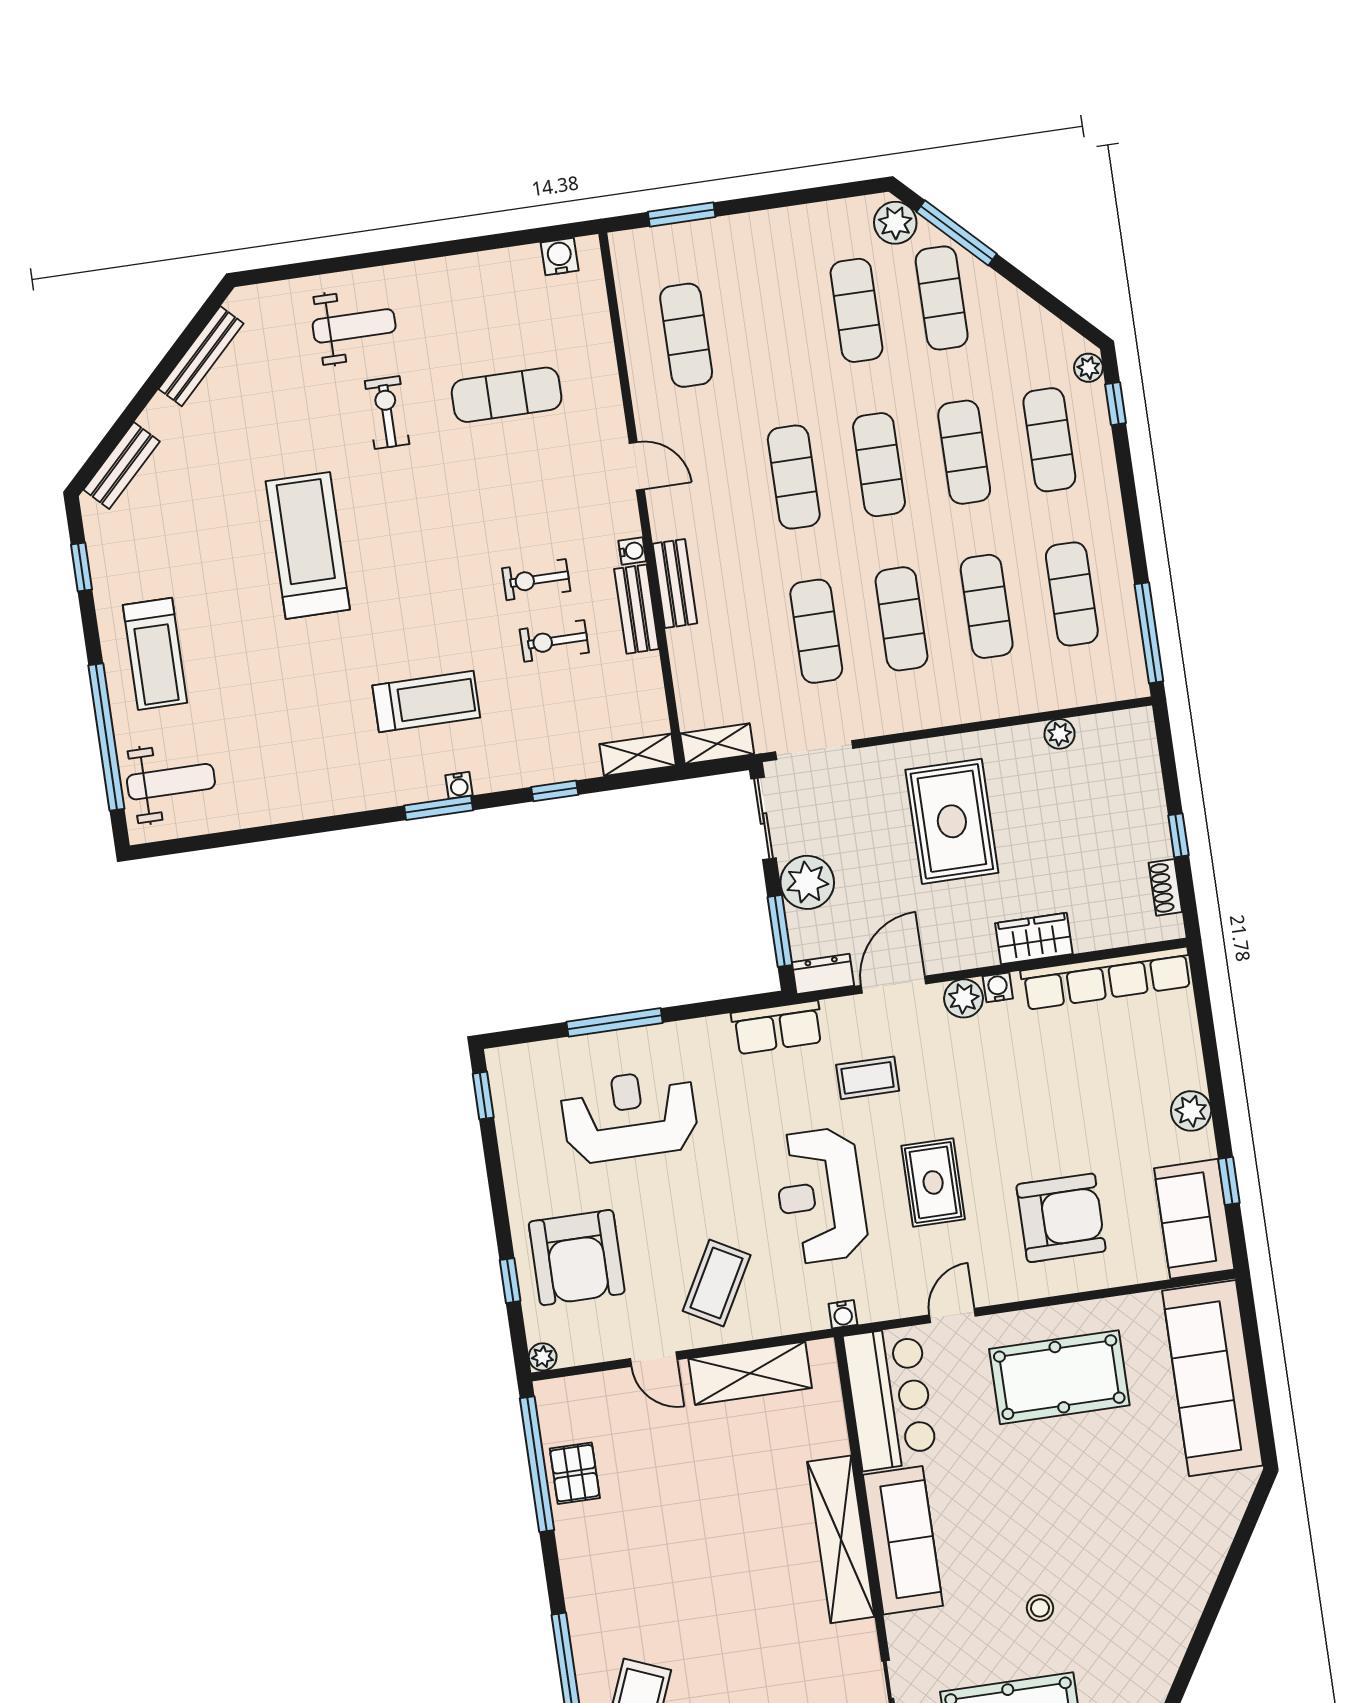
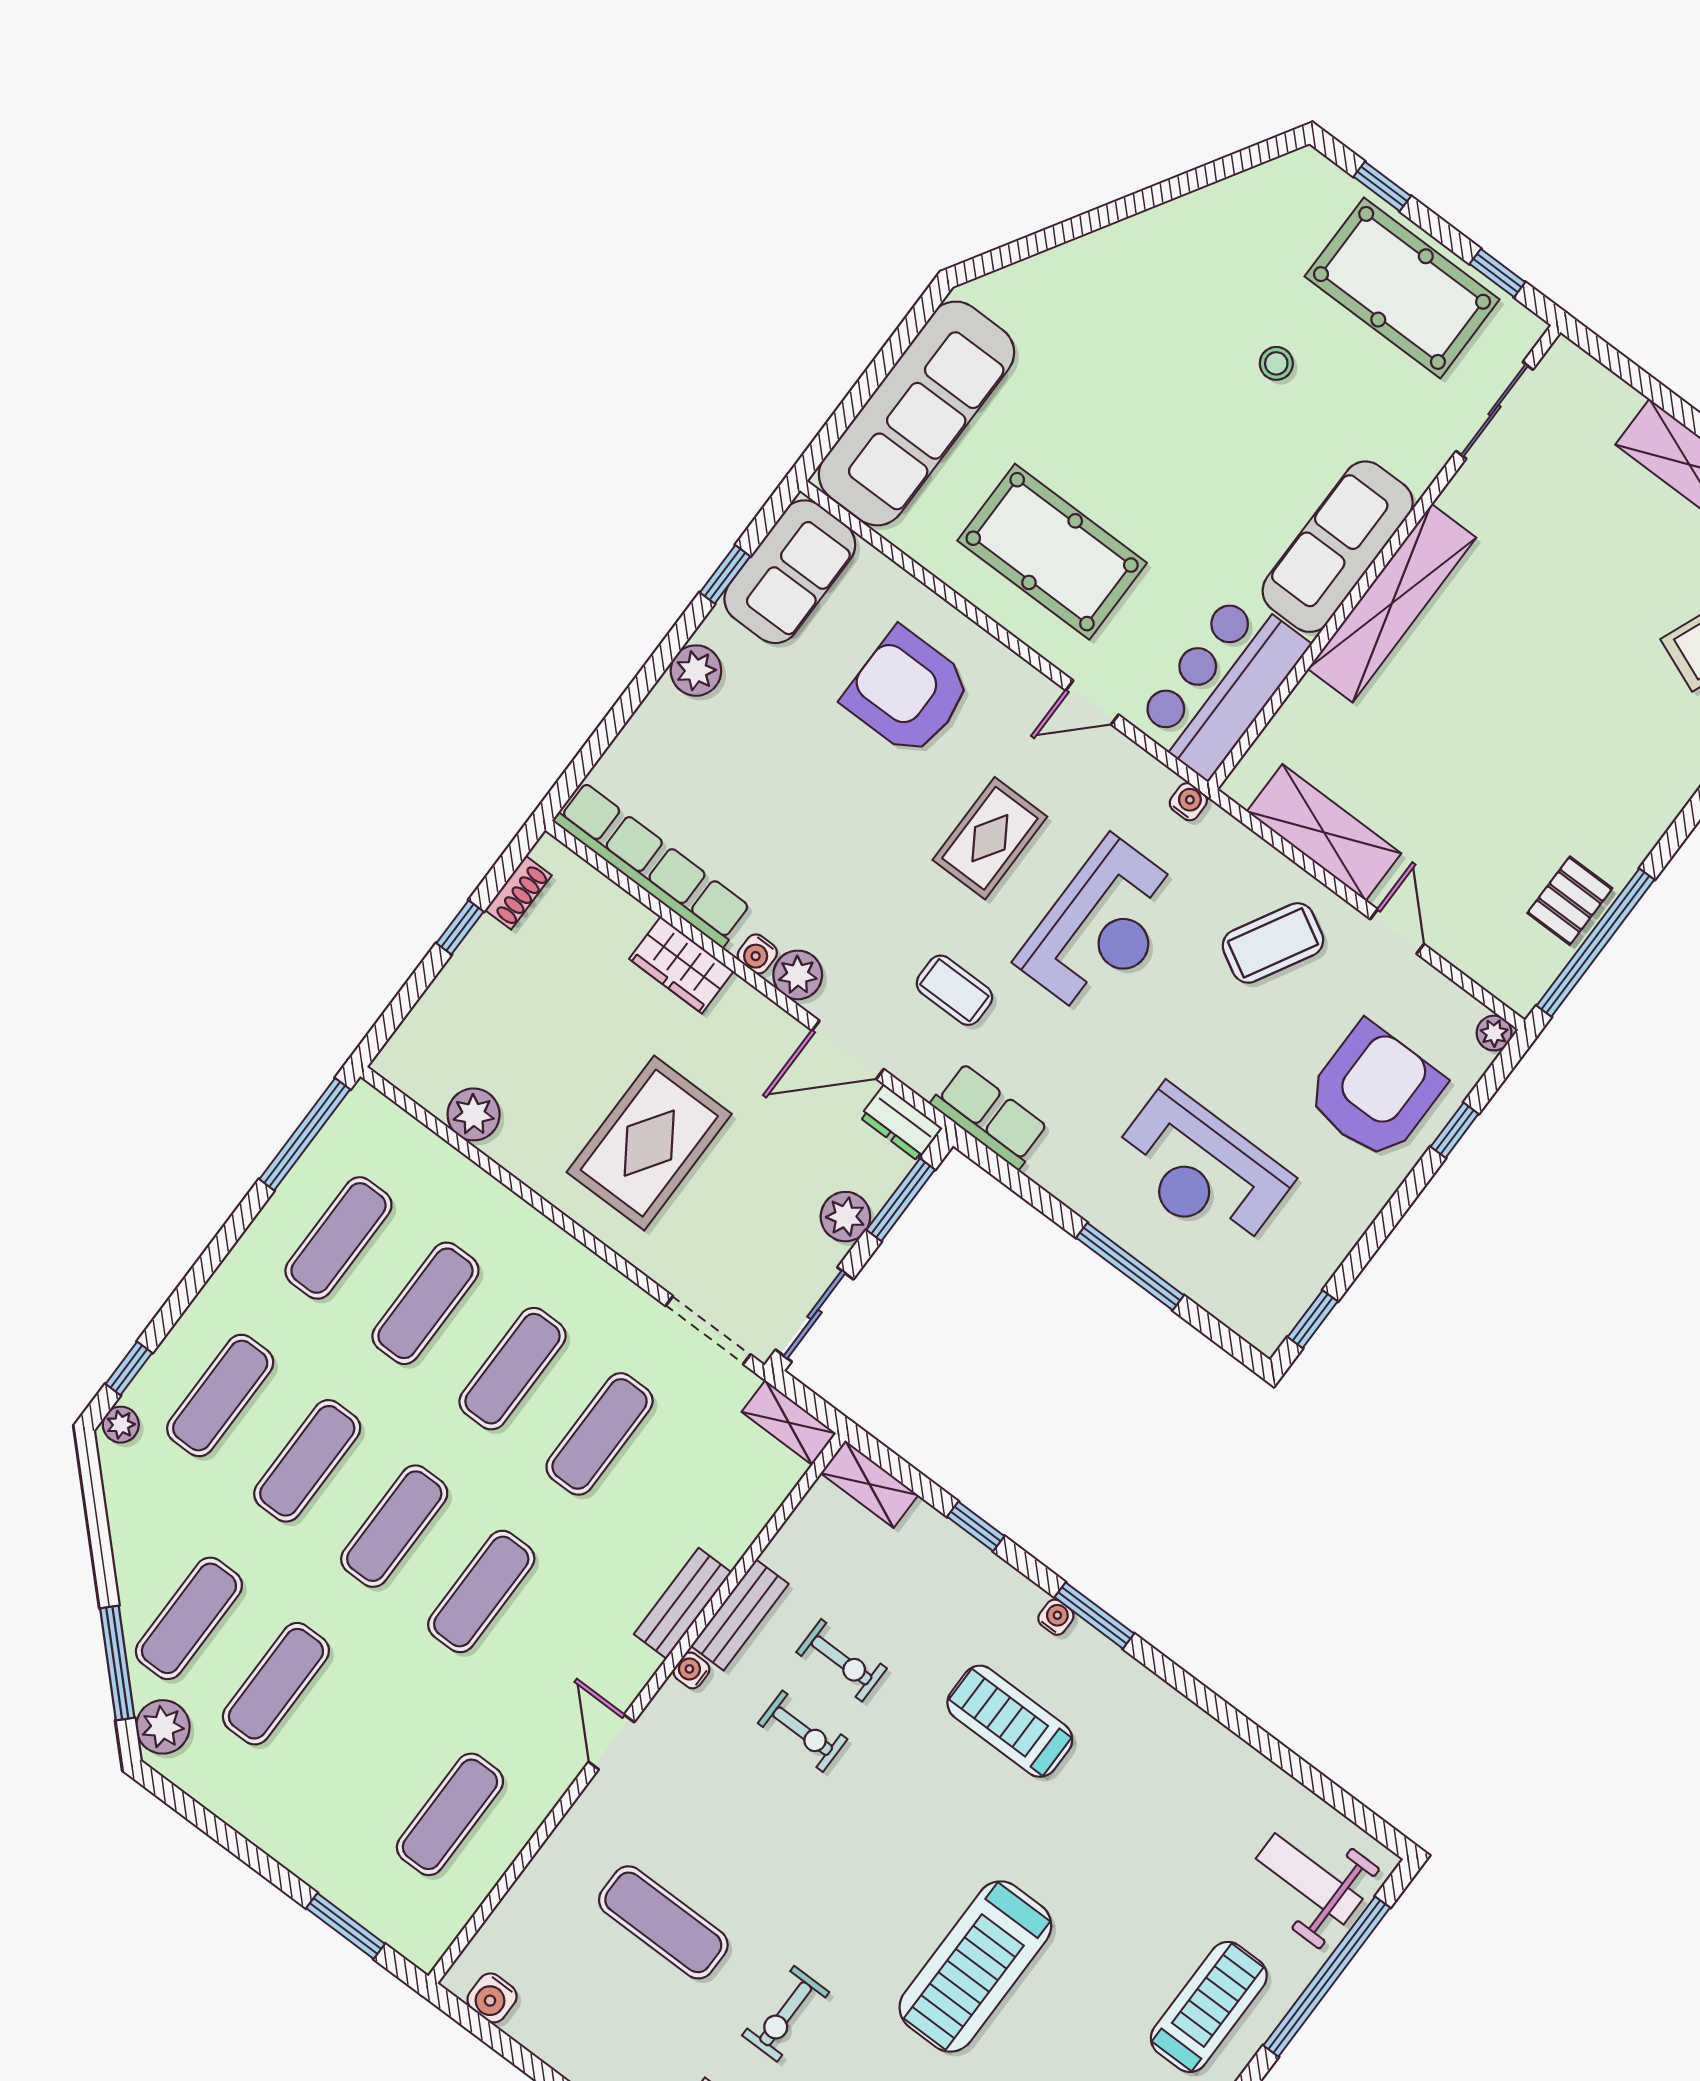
plant: (1060, 734) -> (474, 1114), width x1.38, depth x1.38
plant: (807, 882) -> (845, 1217), width x0.73, depth x0.73

